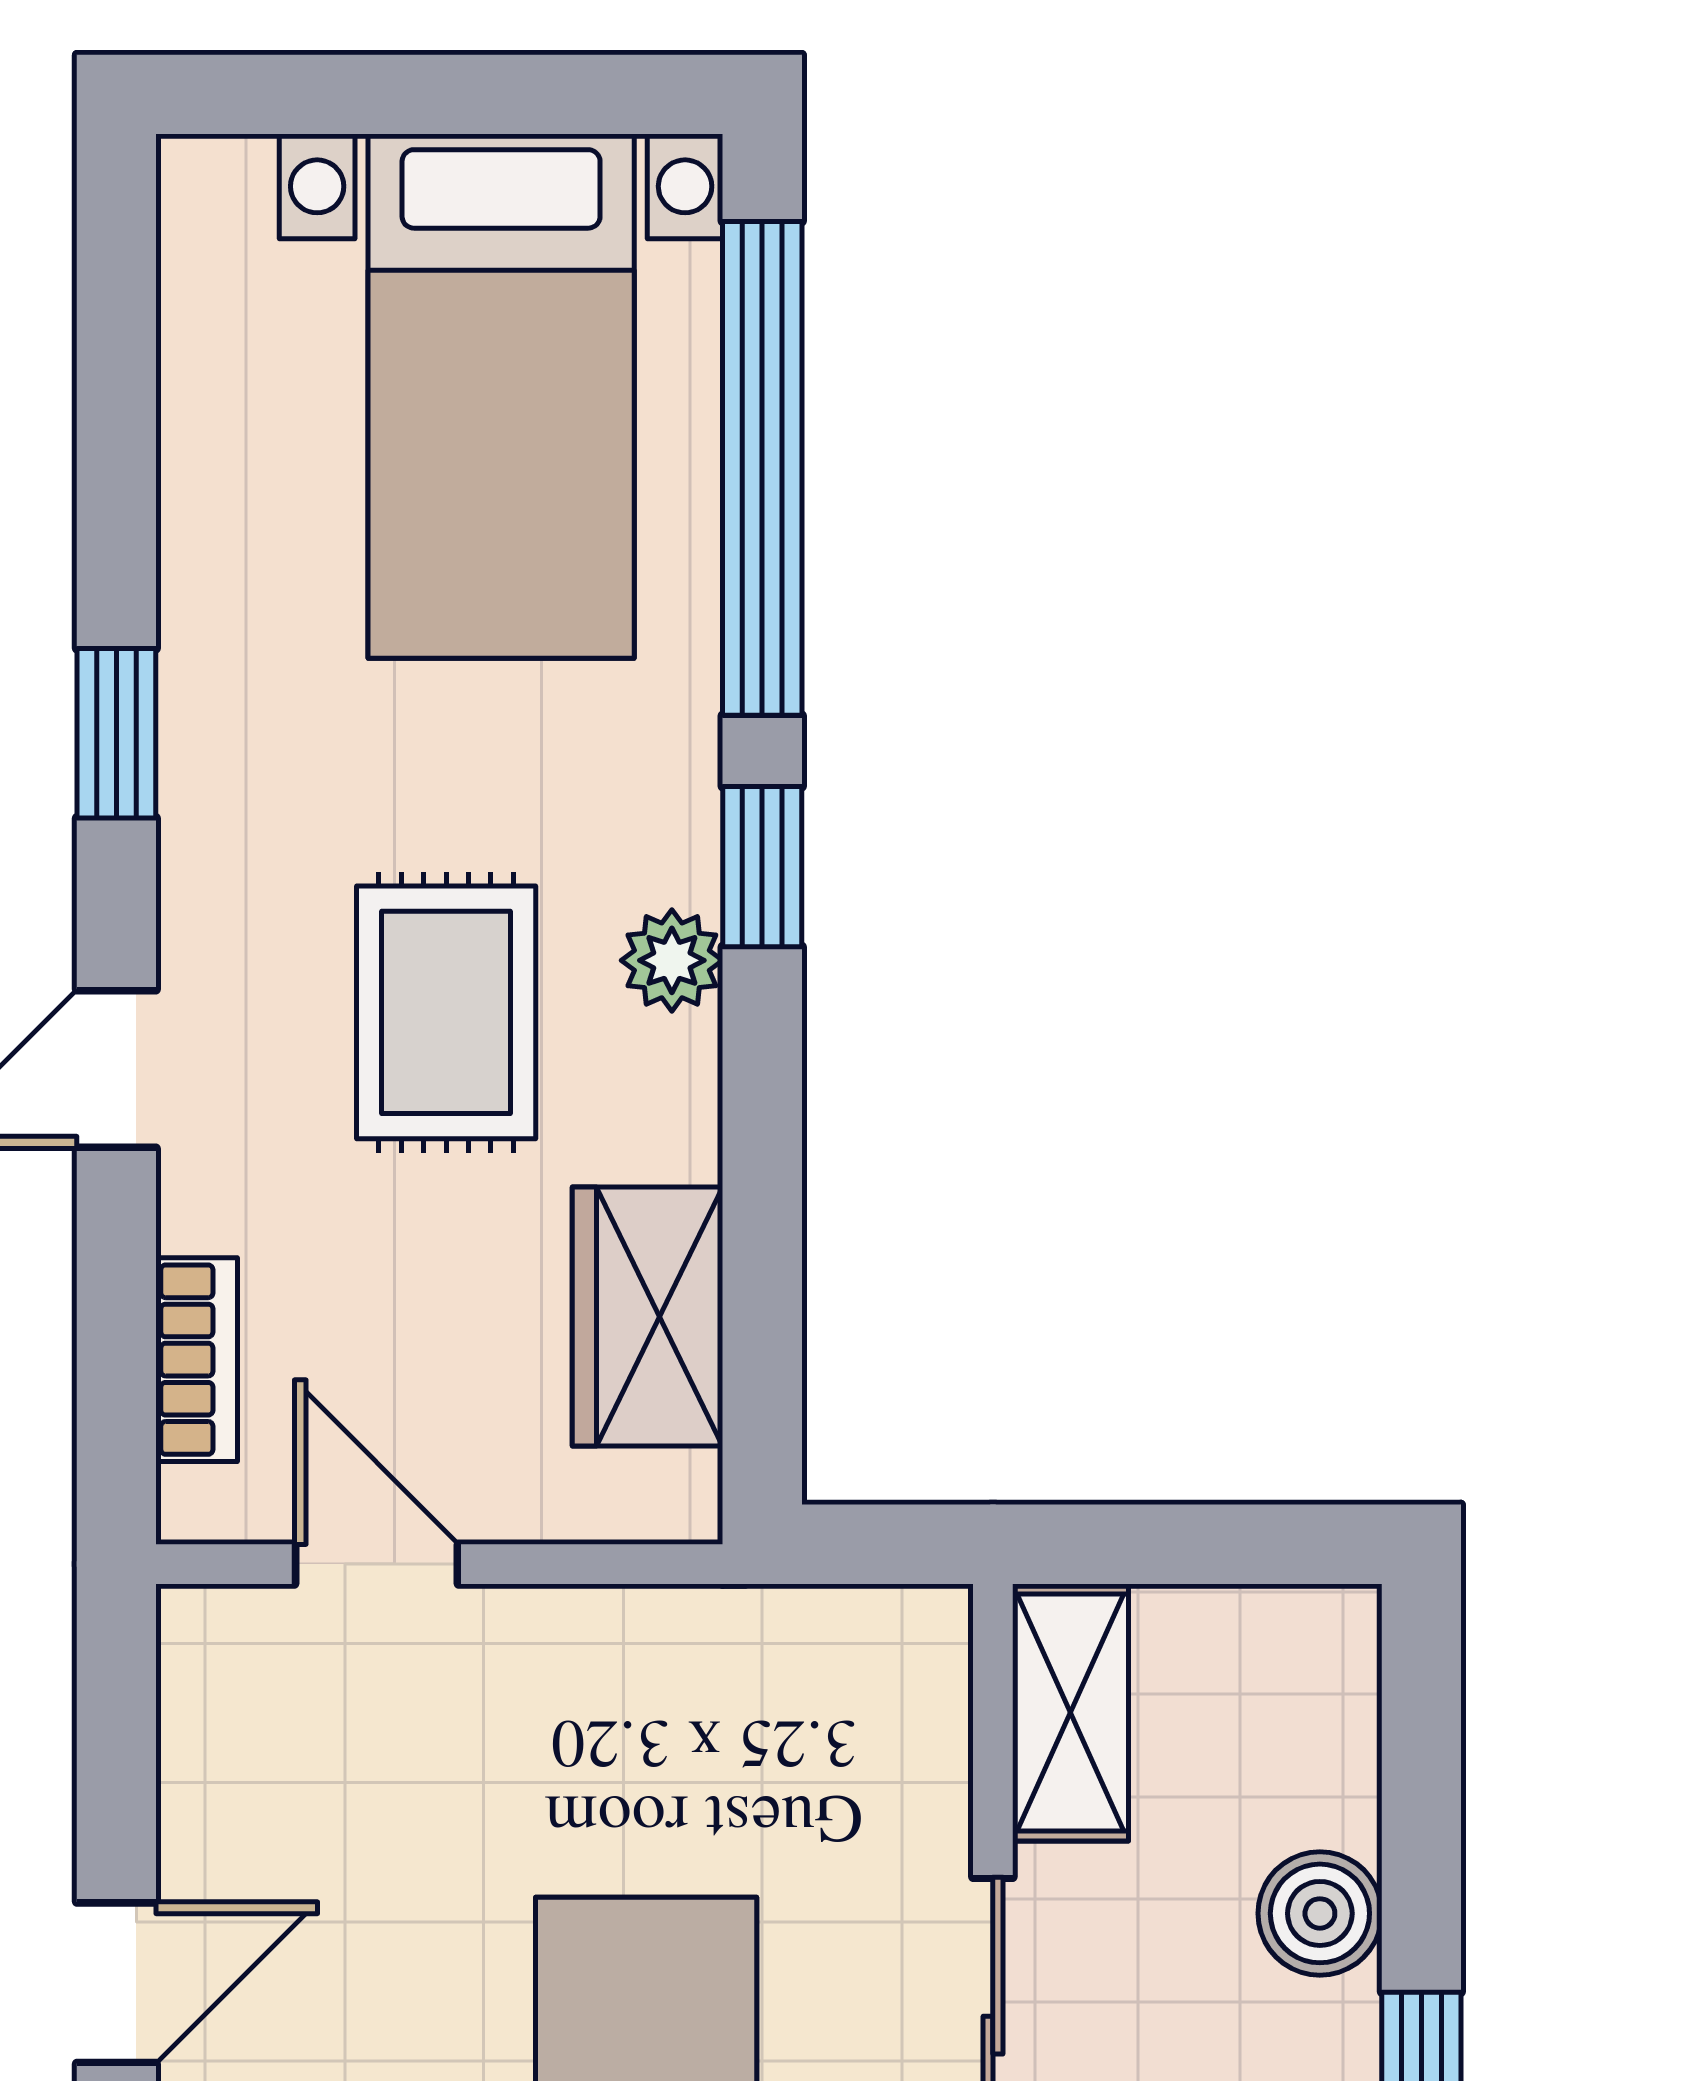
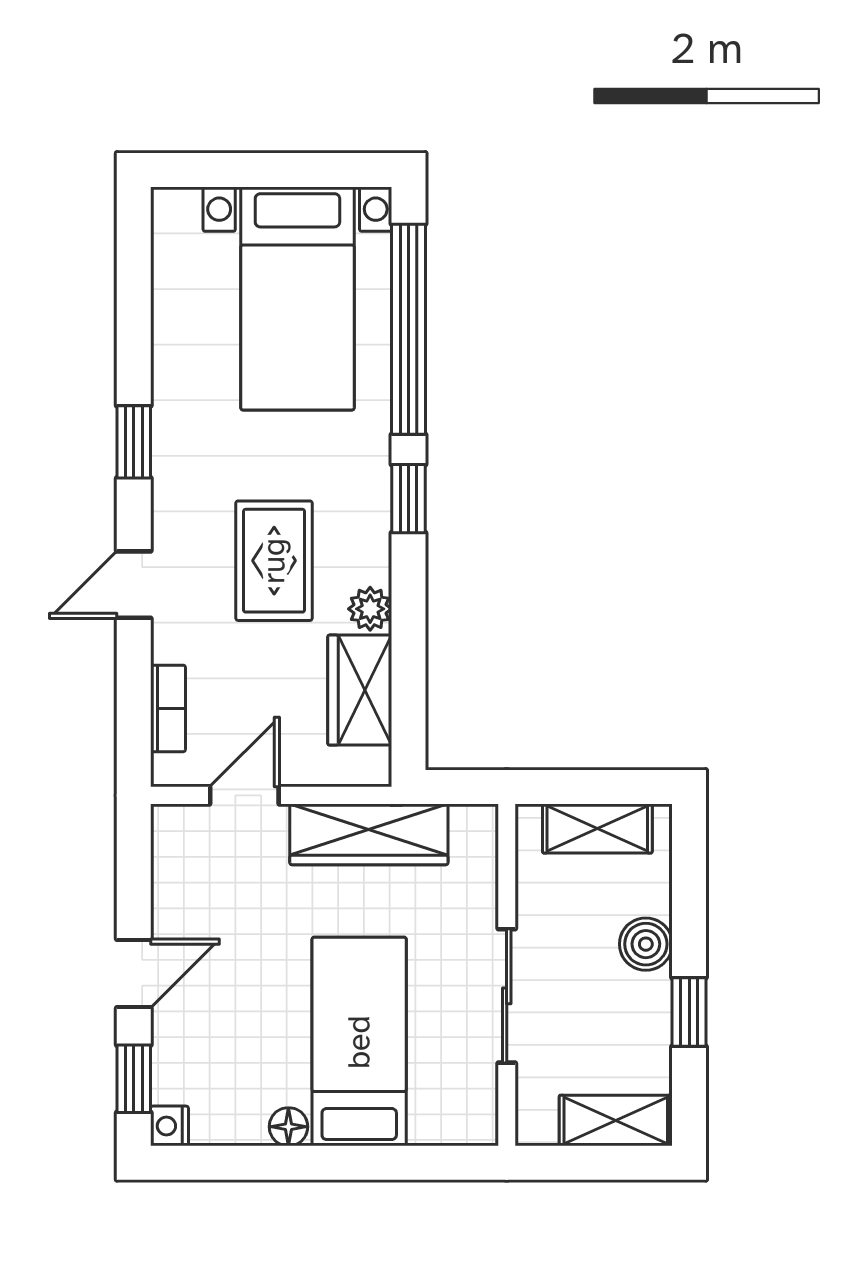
plant: (672, 960) -> (370, 609), moved
door: (377, 1564) -> (244, 795), hinge flipped
wardrobe: (669, 1655) -> (369, 834), added
shelving: (1071, 1712) -> (597, 828), moved, turned 90

